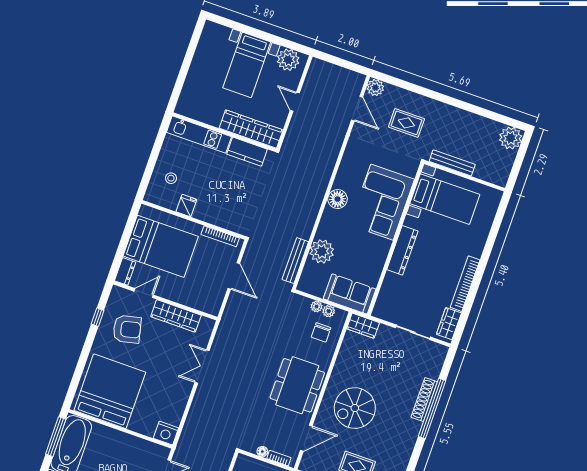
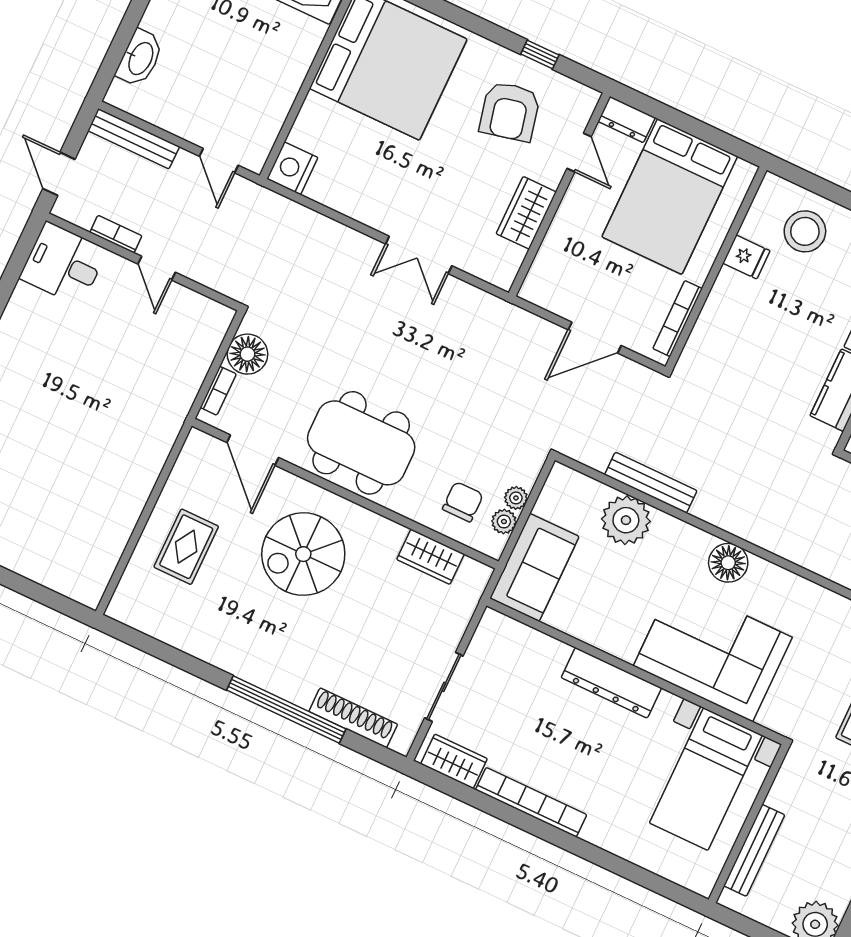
bench: (452, 163) -> (754, 850), moved
stool: (171, 178) -> (805, 231), width x1.89, depth x1.89
bench: (295, 261) -> (651, 483), moved
wardrobe: (176, 316) -> (526, 213), width x0.67
wardrobe: (363, 326) -> (430, 557), moved, turned -90
chair: (321, 332) -> (463, 502), turned 90
double door: (202, 367) -> (419, 255), swing flipped
shoe rack: (424, 400) -> (353, 718), moved
spiral stairs: (355, 408) -> (303, 554), turned -90
floor lamp: (262, 452) -> (247, 354), width x1.89, depth x1.89

